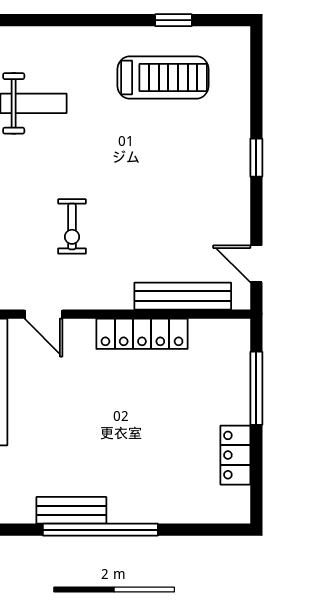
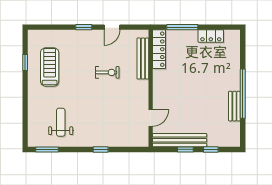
exercise bike: (72, 226) -> (107, 72), moved
door: (256, 264) -> (112, 27), moved
locker: (142, 334) -> (159, 49), moved

